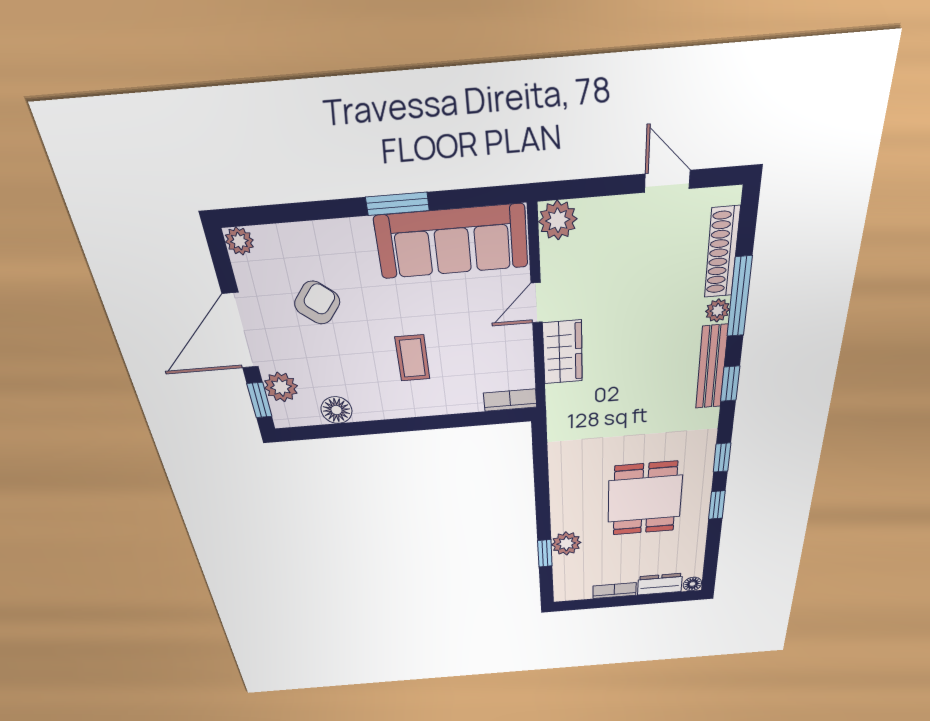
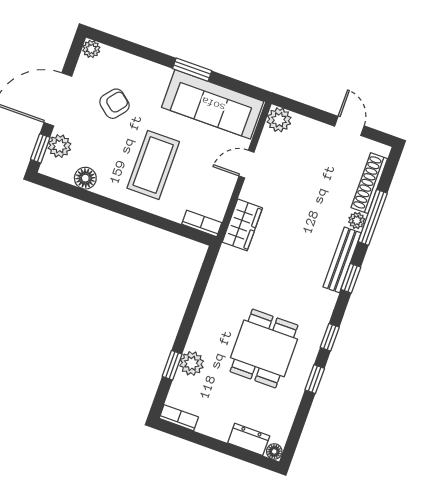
wardrobe: (563, 352) -> (242, 225), moved
coffee table: (412, 358) -> (153, 165), width x1.86, depth x1.72
bookcase: (614, 591) -> (179, 418), moved

